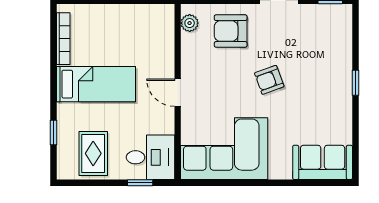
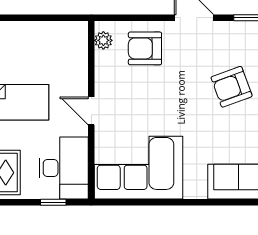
armchair: (269, 80) -> (232, 87), moved, width x1.38, depth x1.38
desk: (150, 157) -> (64, 168), width x1.37

